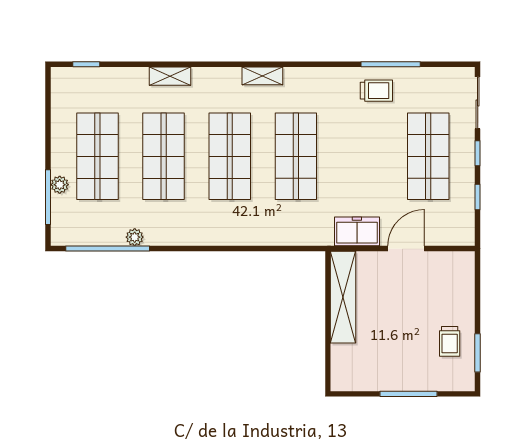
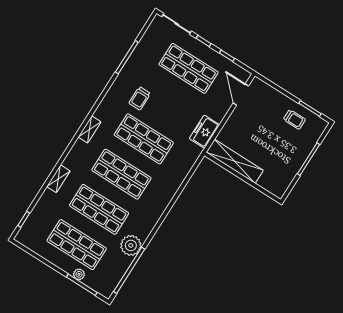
trolley: (376, 91) -> (140, 98), moved, turned 180
plant: (135, 237) -> (131, 245), width x1.88, depth x1.88
door: (406, 249) -> (241, 94), moved

